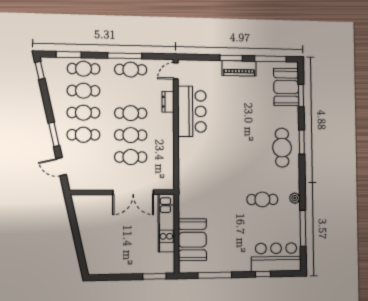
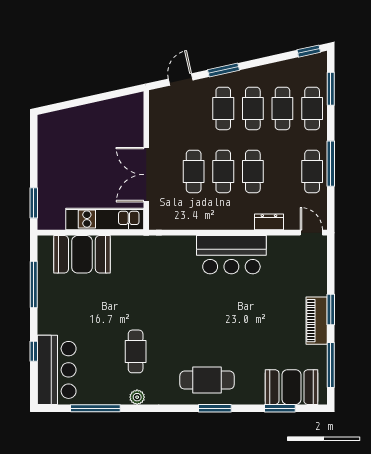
bar counter: (192, 111) -> (231, 255), moved

